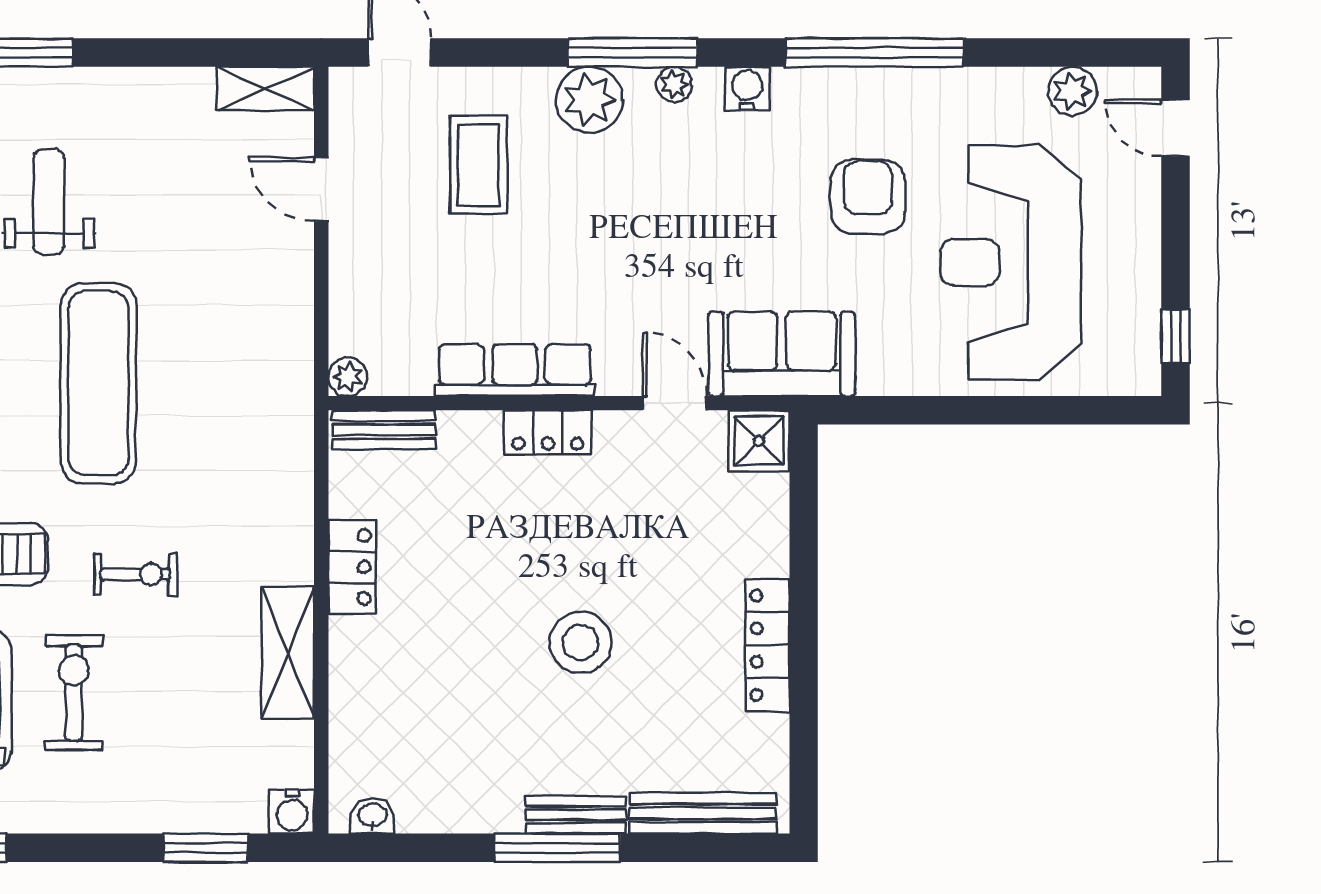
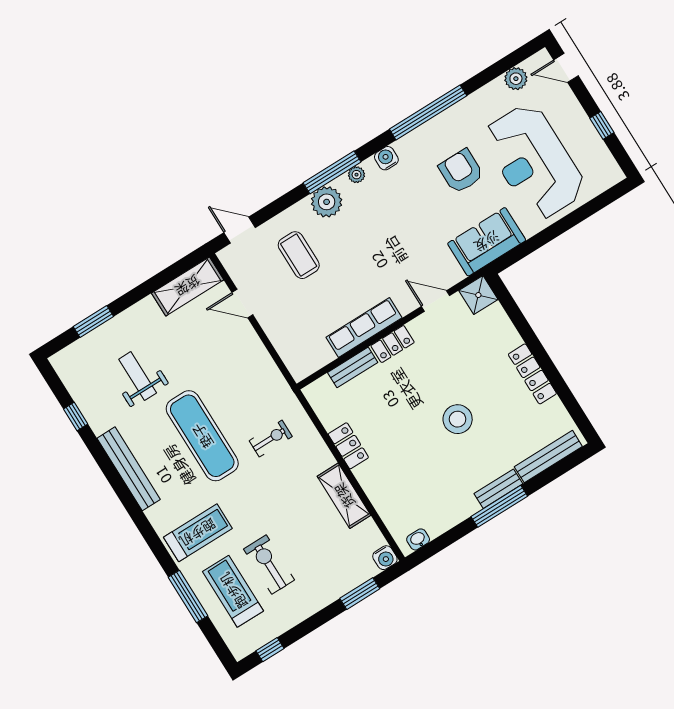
shelving: (266, 89) -> (188, 286), width x1.50, depth x1.33
window: (1175, 336) -> (602, 125), moved
sofa: (782, 354) -> (487, 242), moved
plant: (348, 377) -> (299, 371), removed
bench: (384, 430) -> (353, 367), moved
exercise bike: (135, 574) -> (271, 439), moved

